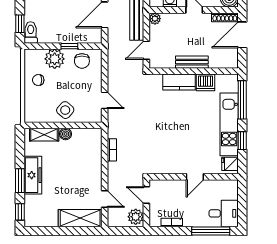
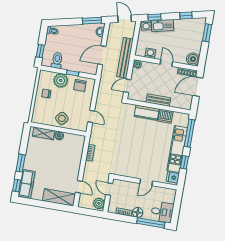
toilet: (31, 32) -> (57, 60), moved
freezer: (33, 175) -> (27, 184), moved
floor lamp: (190, 220) -> (138, 212), added

